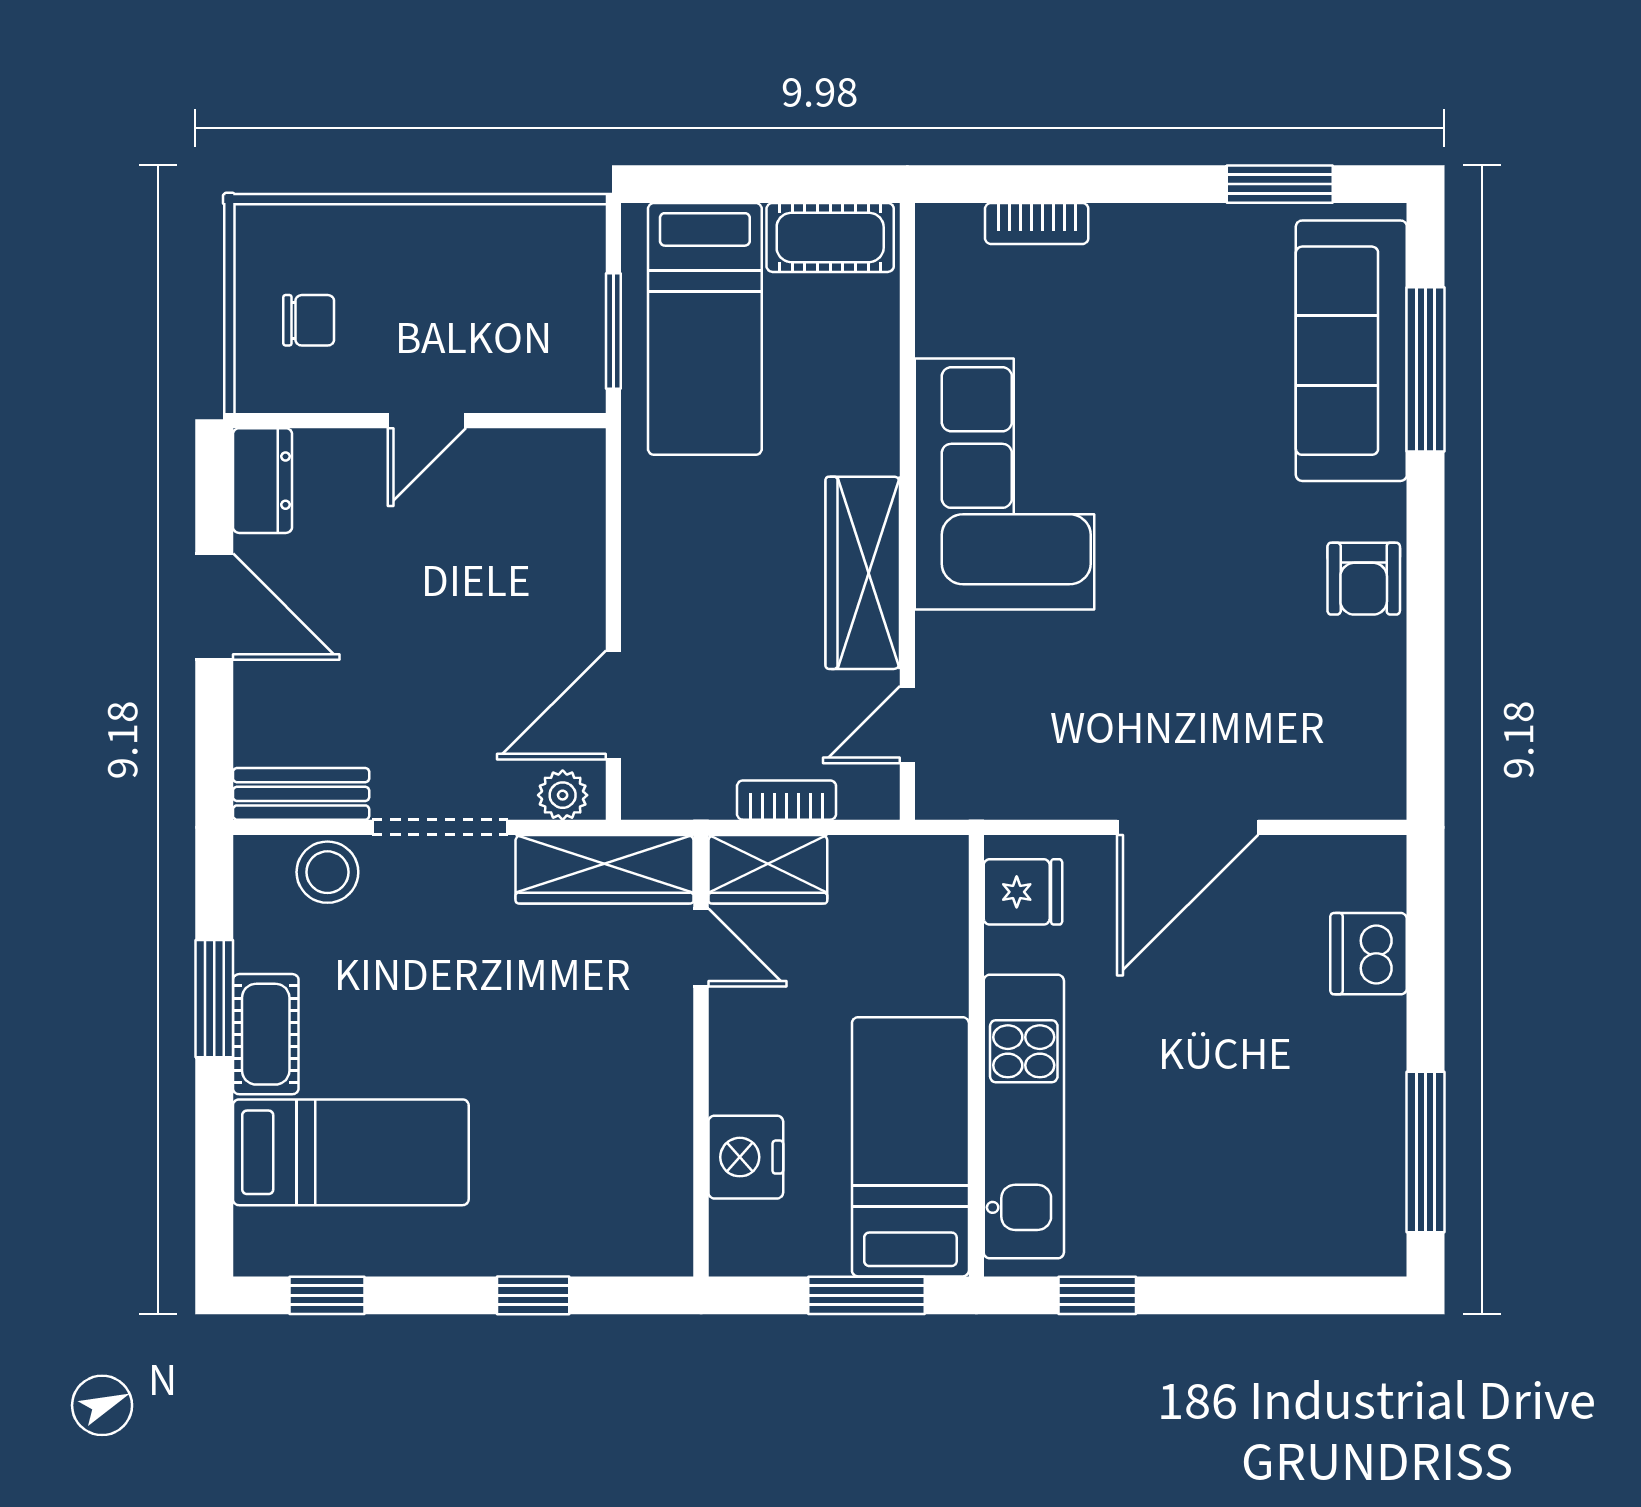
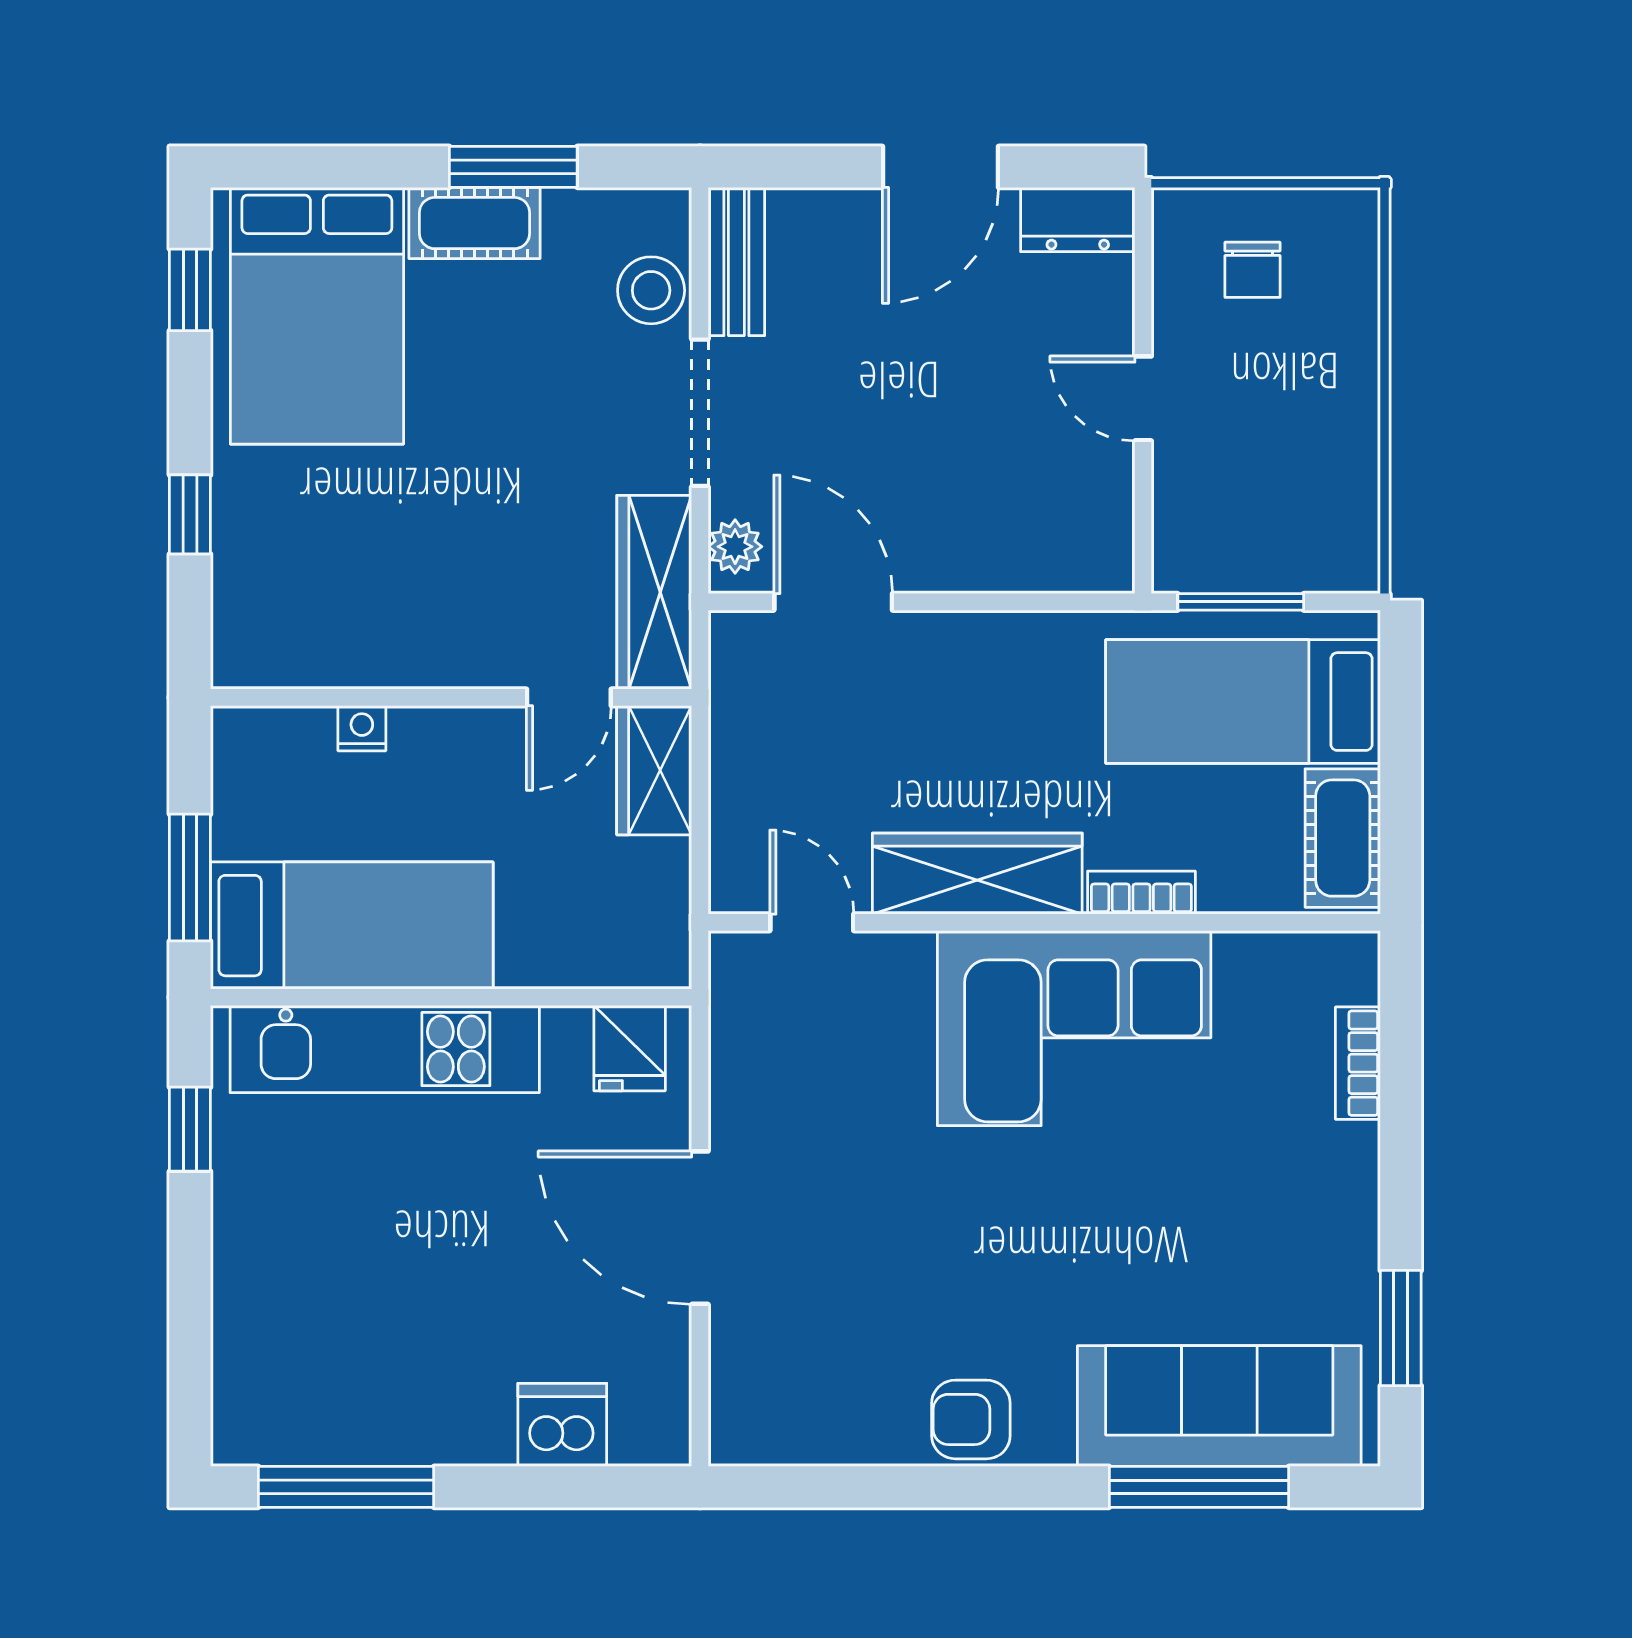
bookcase: (787, 800) -> (1141, 893), moved, turned -90
bed: (351, 1152) -> (317, 316), width x1.50
nightstand: (746, 1157) -> (362, 728), width x0.53, depth x0.56

